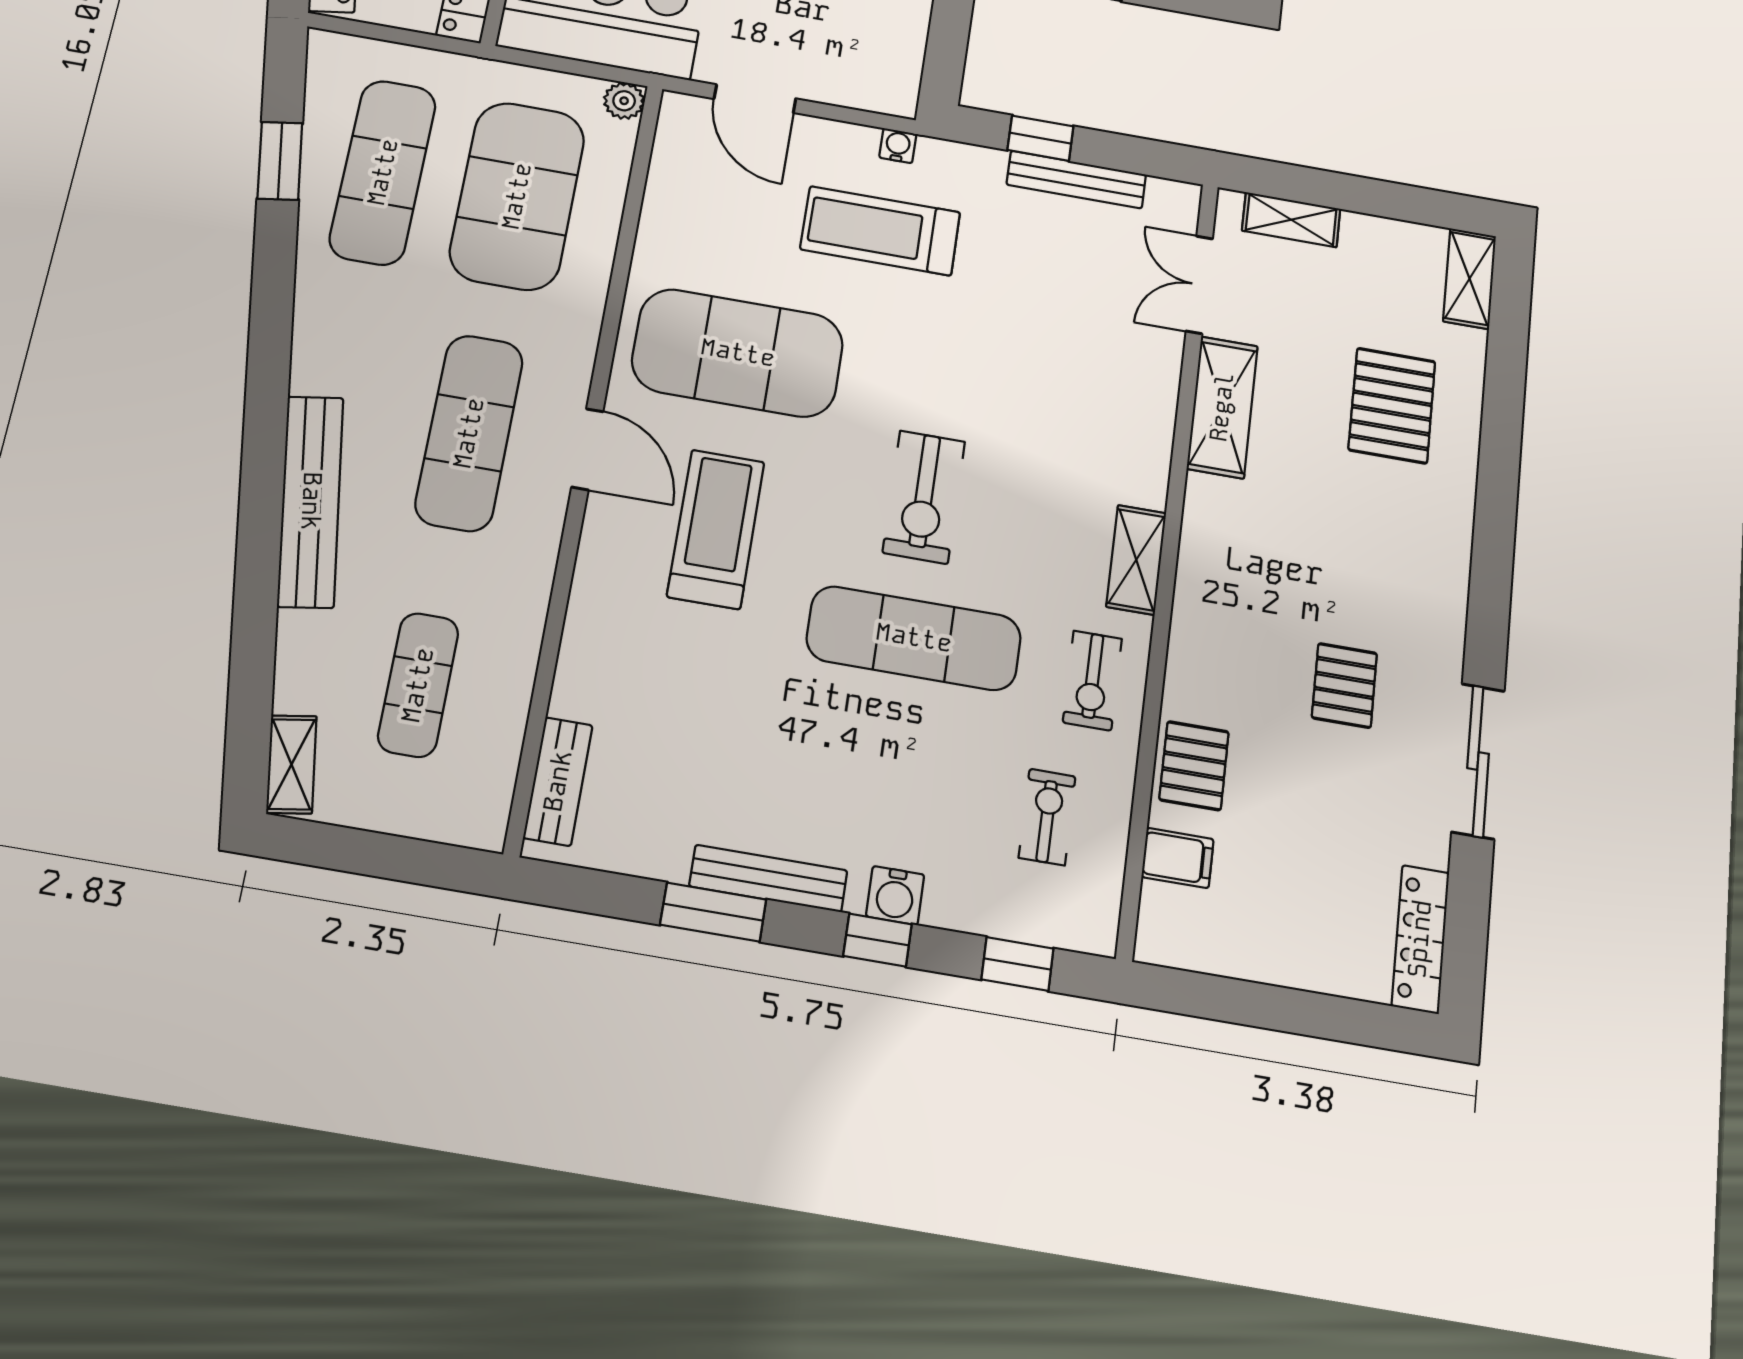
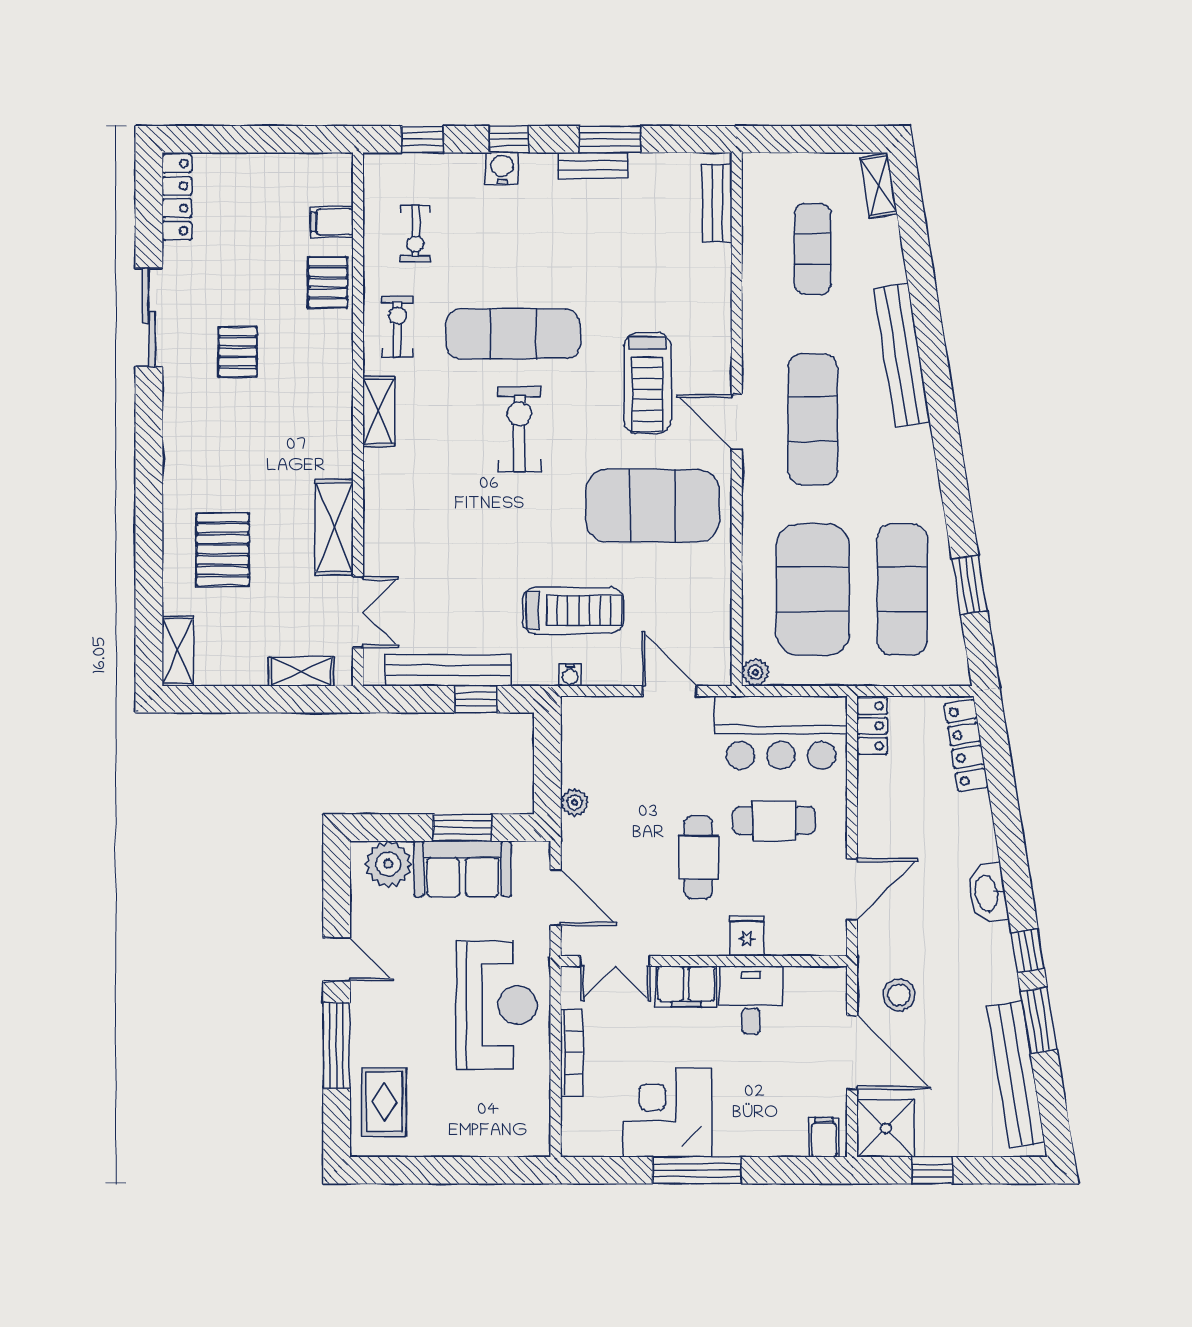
bench: (1076, 180) -> (448, 670), width x1.37, depth x1.21
bench: (768, 878) -> (593, 166), width x0.73

